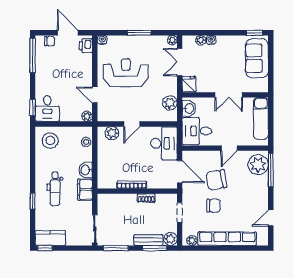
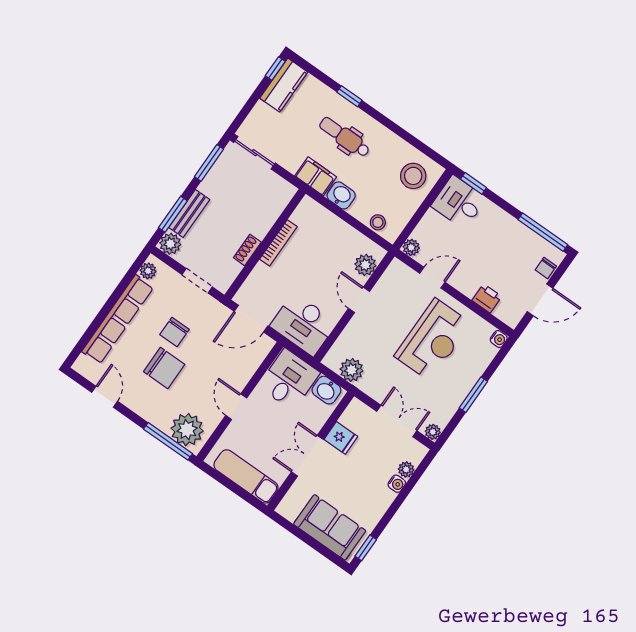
printer: (86, 46) -> (487, 298), moved
fridge: (189, 84) -> (341, 438), moved
chair: (216, 180) -> (164, 368), moved, turned 100

